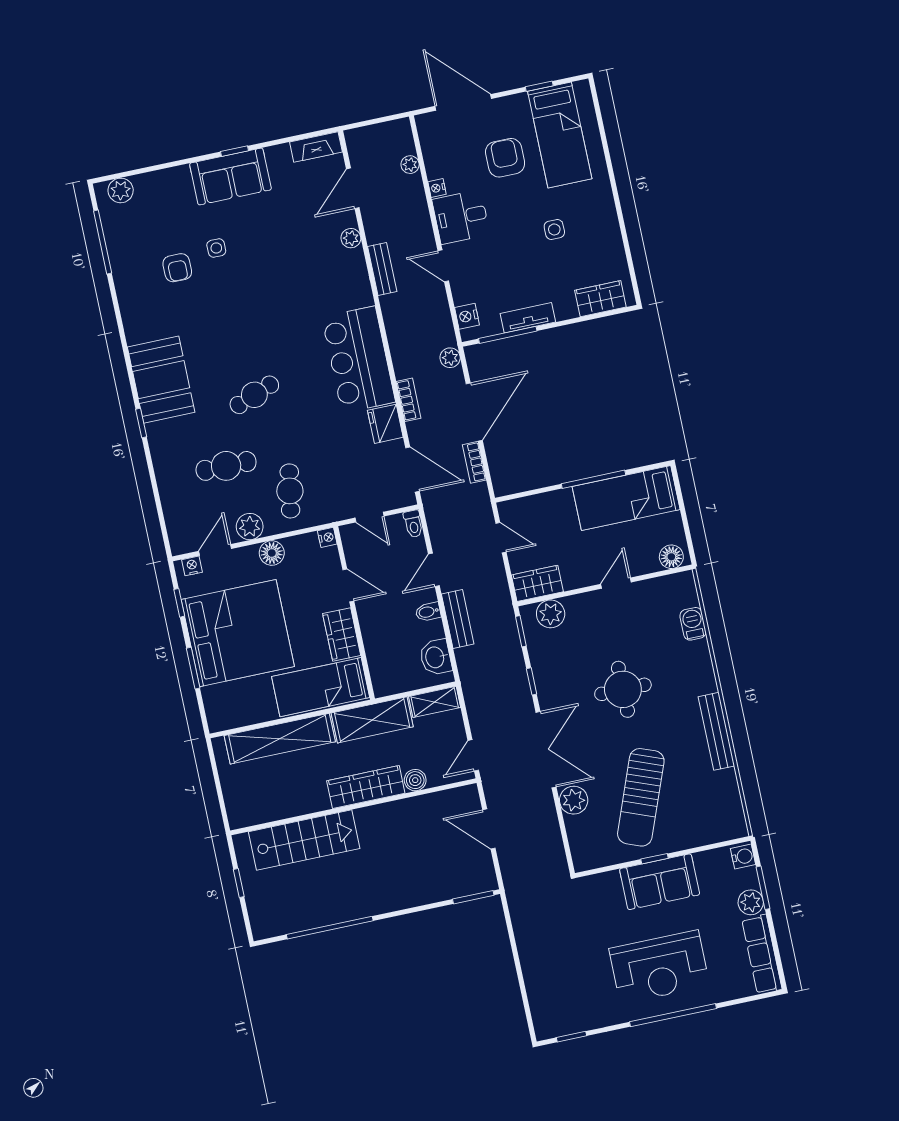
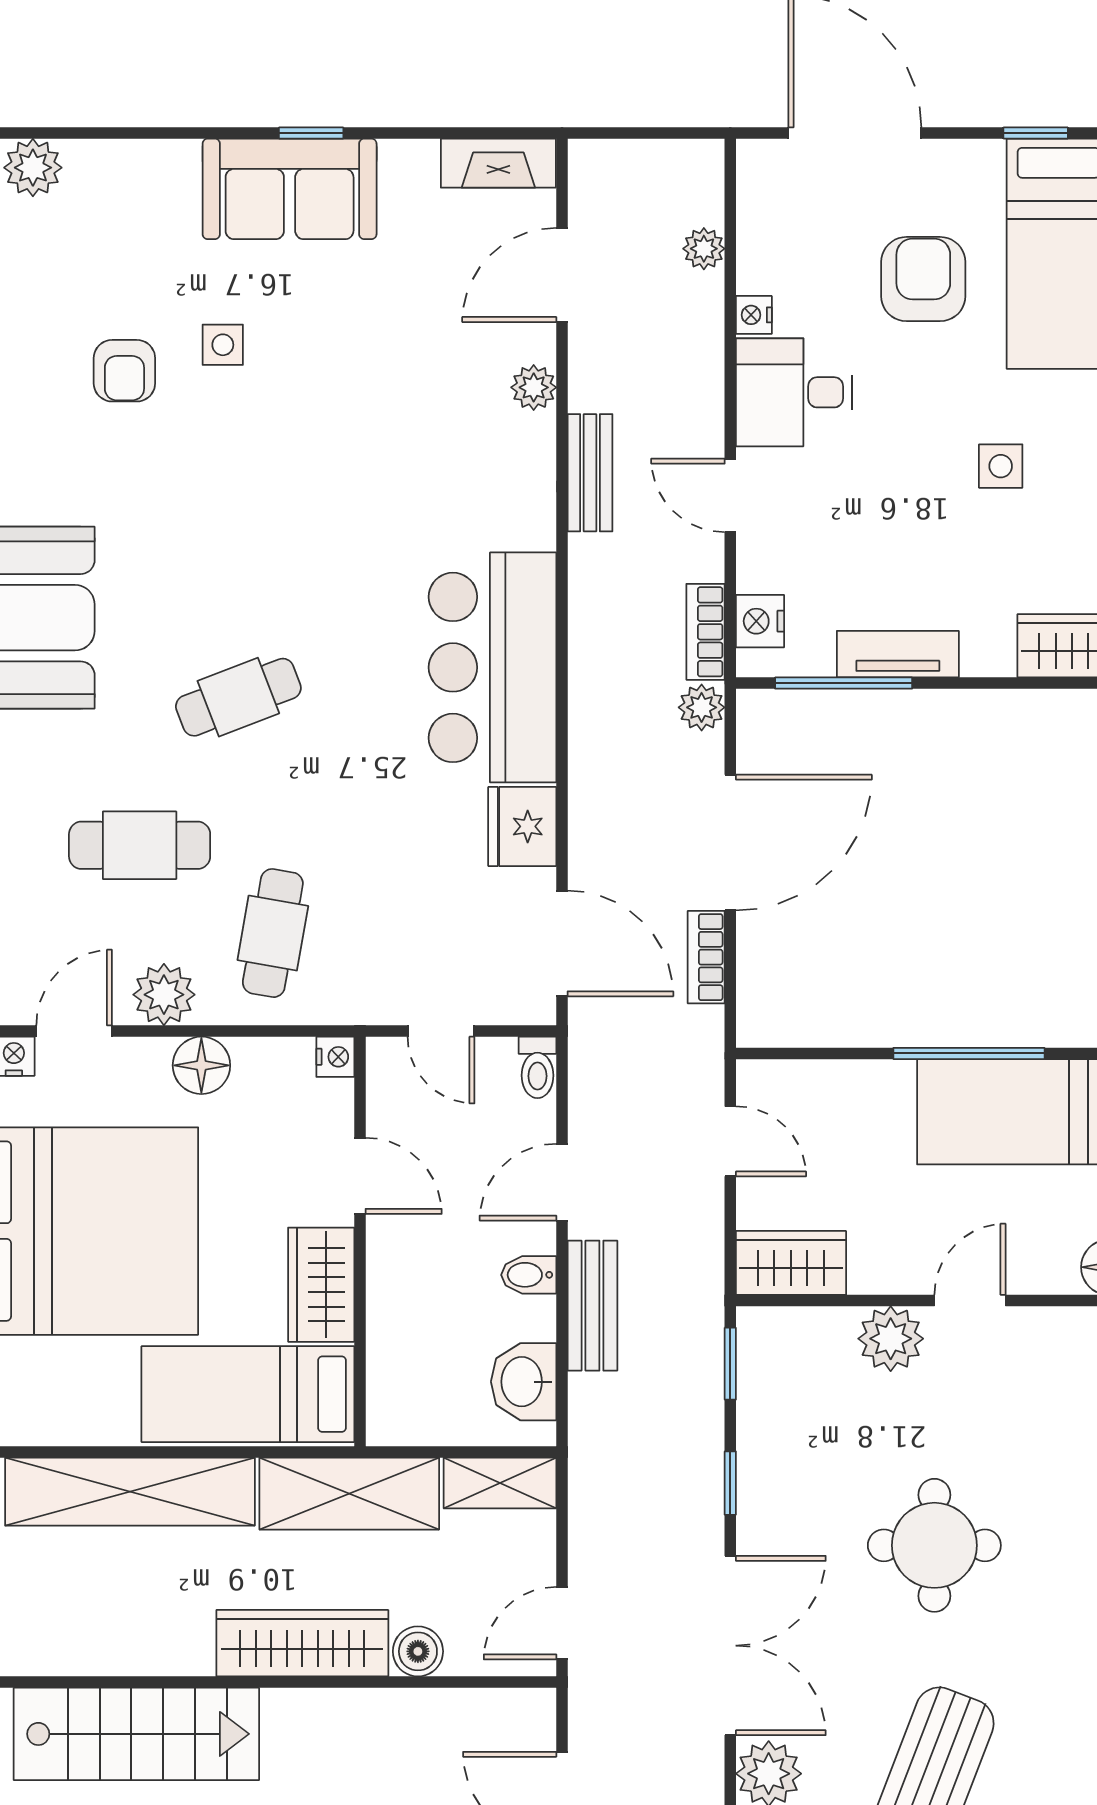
bookcase: (409, 400) -> (706, 632), moved, turned 180
plant: (551, 614) -> (891, 1339), moved

